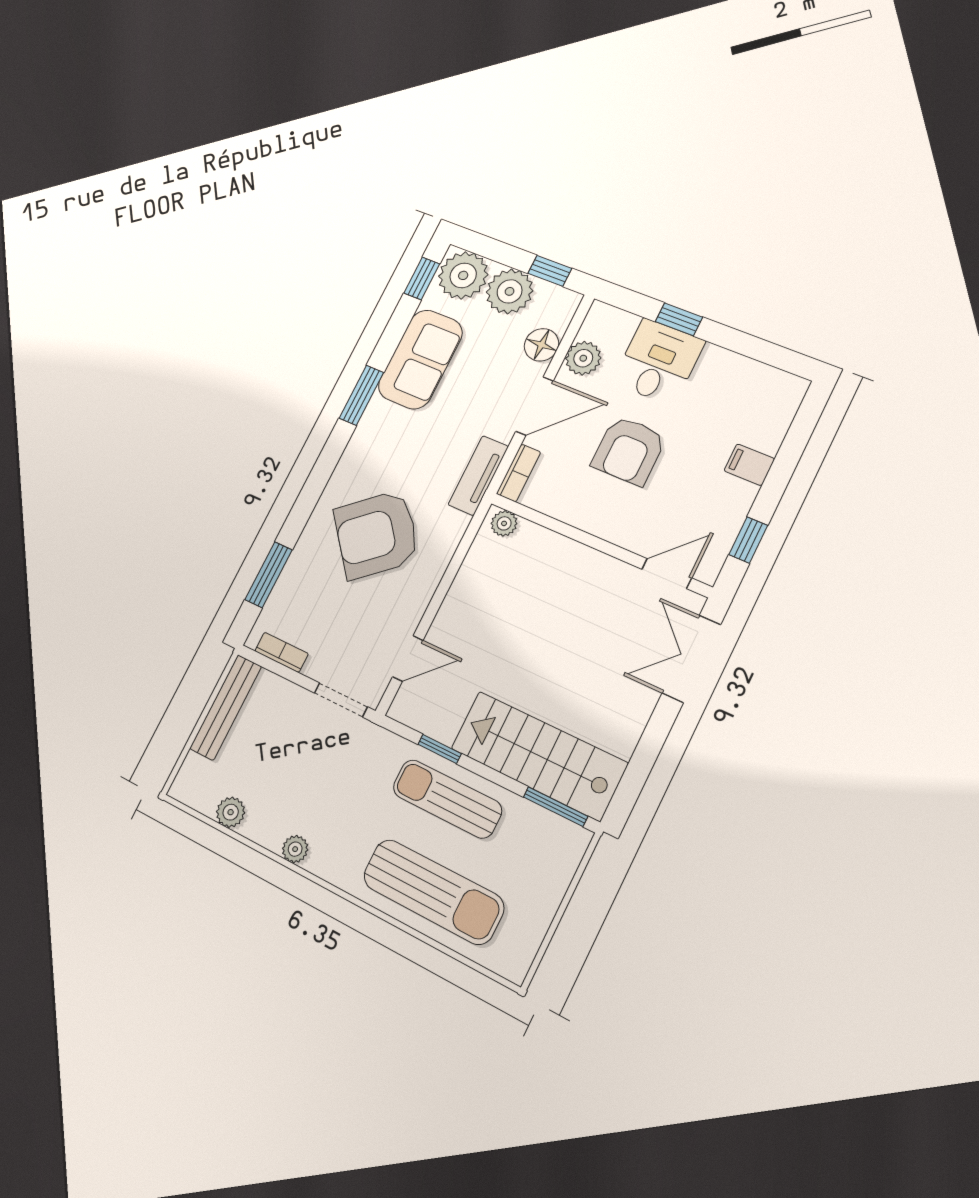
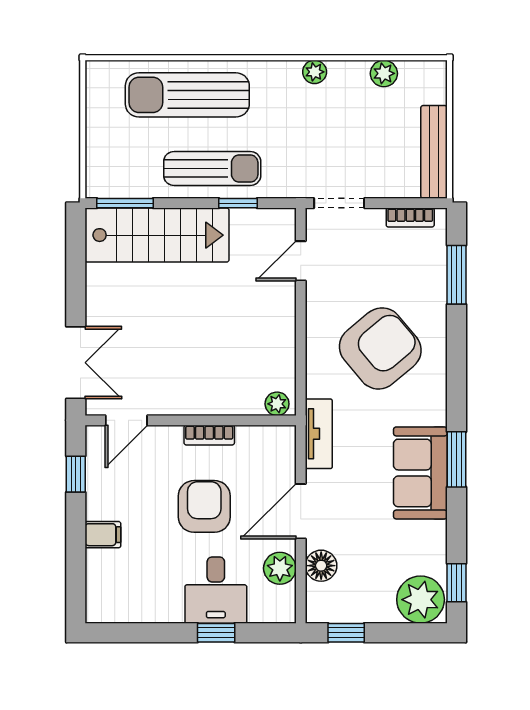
plant: (510, 291) -> (372, 601), removed
sofa: (420, 359) -> (420, 473), moved
bookcase: (518, 473) -> (209, 435), moved, turned -90

